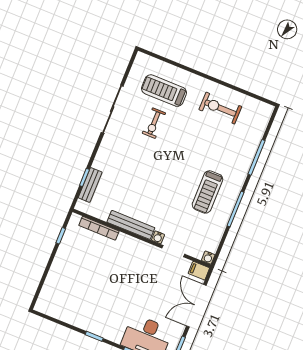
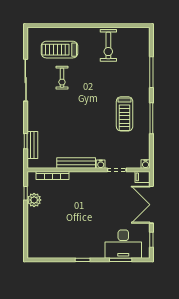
exercise bike: (220, 108) -> (108, 45), turned -90
plant: (67, 247) -> (34, 200), added

